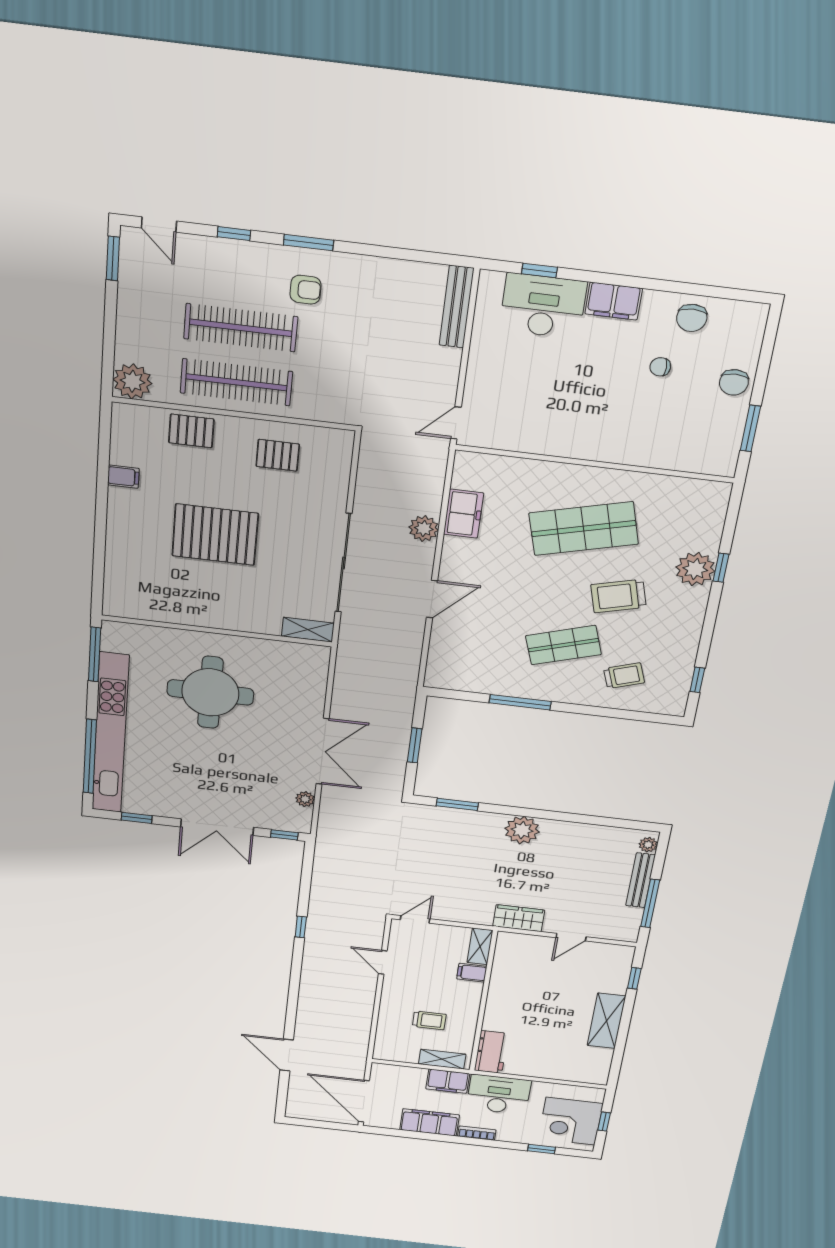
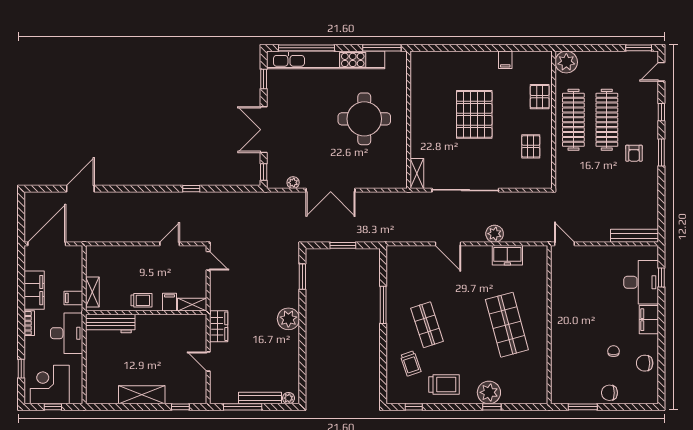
trolley: (618, 596) -> (444, 385), moved, turned 105
trolley: (429, 1020) -> (141, 300), moved, turned -90
workbench: (491, 1052) -> (110, 324), width x1.38
filing cabinet: (448, 1081) -> (73, 298), width x0.50

